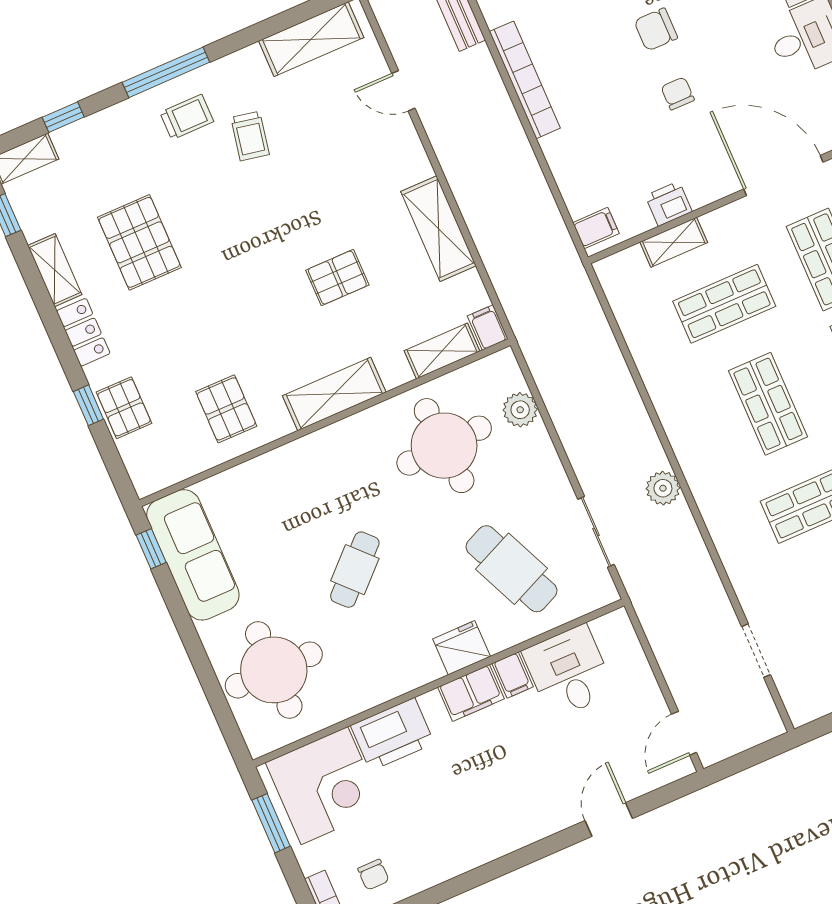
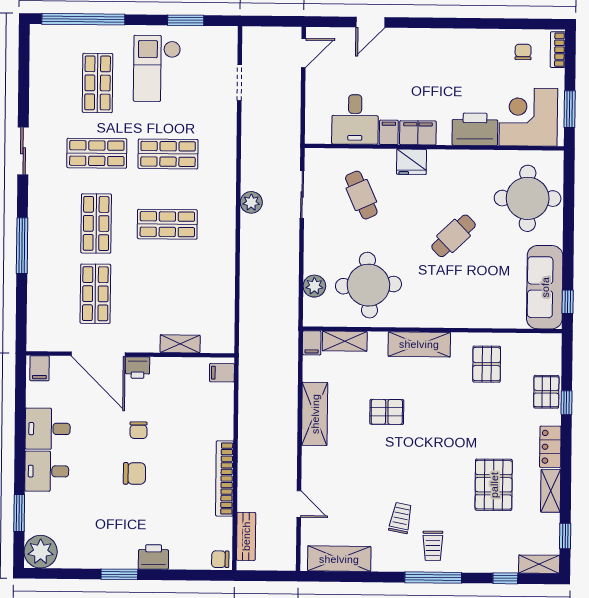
trolley: (187, 117) -> (433, 546), turned -90
printer: (669, 204) -> (138, 368), moved
shop shelf: (724, 304) -> (167, 294), removed
shop shelf: (768, 404) -> (167, 224), turned 90
cafe table: (512, 569) -> (361, 195), width x0.73, depth x0.74

